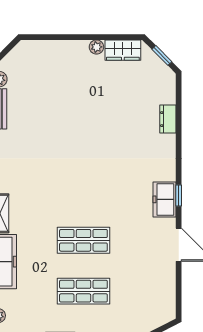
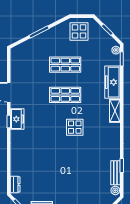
dresser: (168, 119) -> (15, 184), moved
display table: (68, 186) -> (75, 127), added

